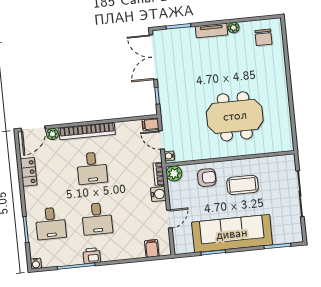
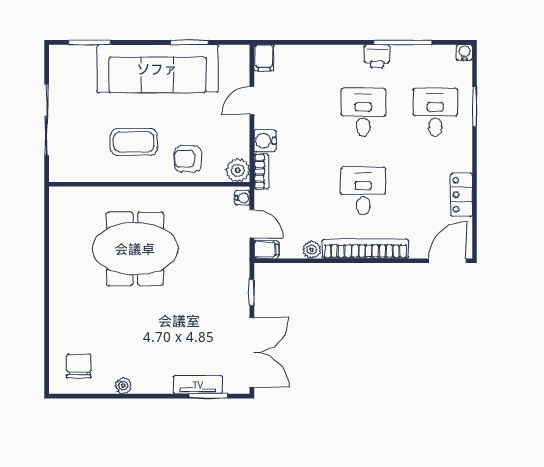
tv unit: (211, 31) -> (198, 385), moved
plant: (52, 134) -> (312, 250), moved
filing cabinet: (152, 249) -> (264, 58), moved

